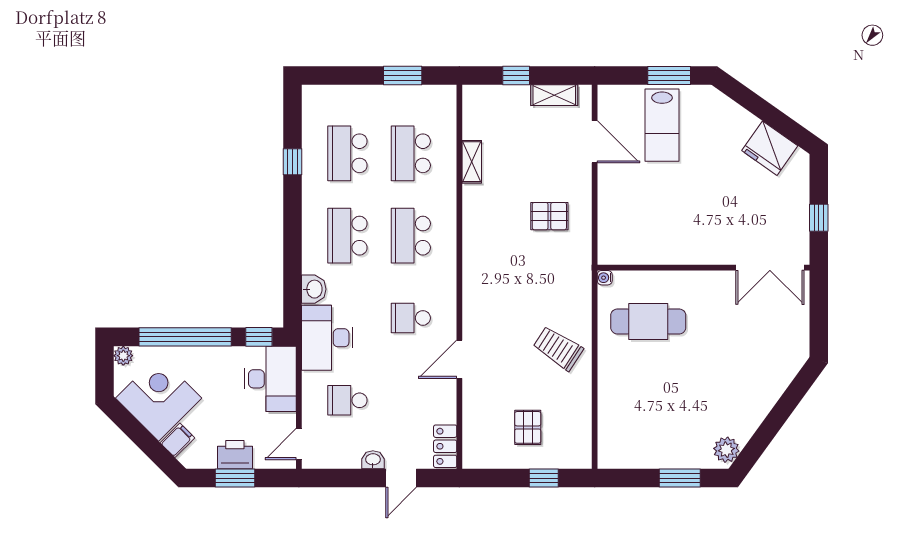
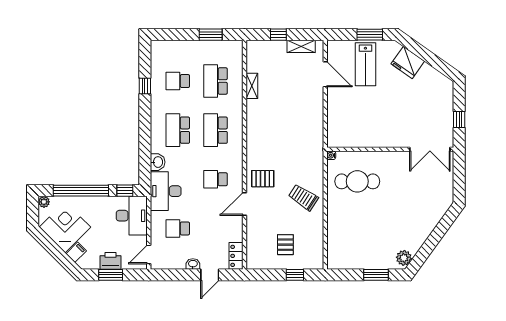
fridge: (770, 148) -> (408, 62), moved
school desk: (347, 153) -> (178, 81), width x0.54
pallet: (549, 216) -> (263, 179), moved

